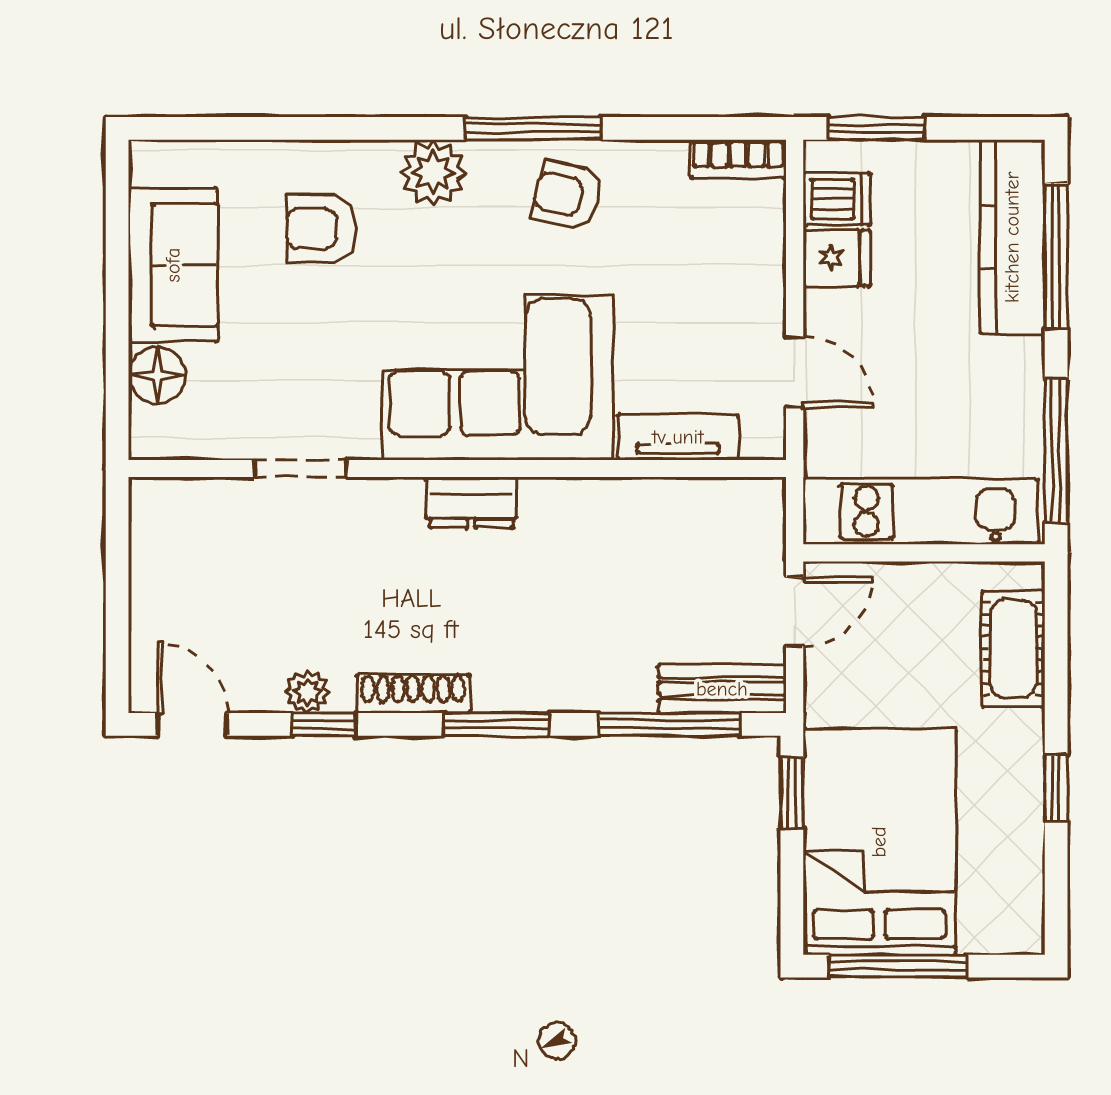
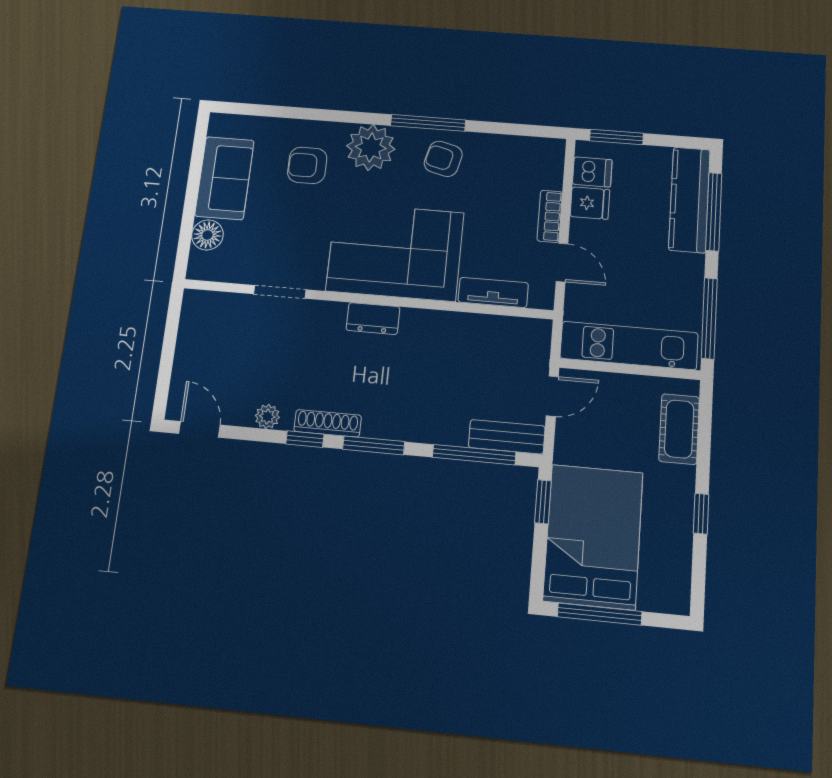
bookcase: (738, 159) -> (550, 216), moved, turned 90
plant: (433, 173) -> (371, 147), width x1.36, depth x1.36
window: (324, 724) -> (305, 439), moved

